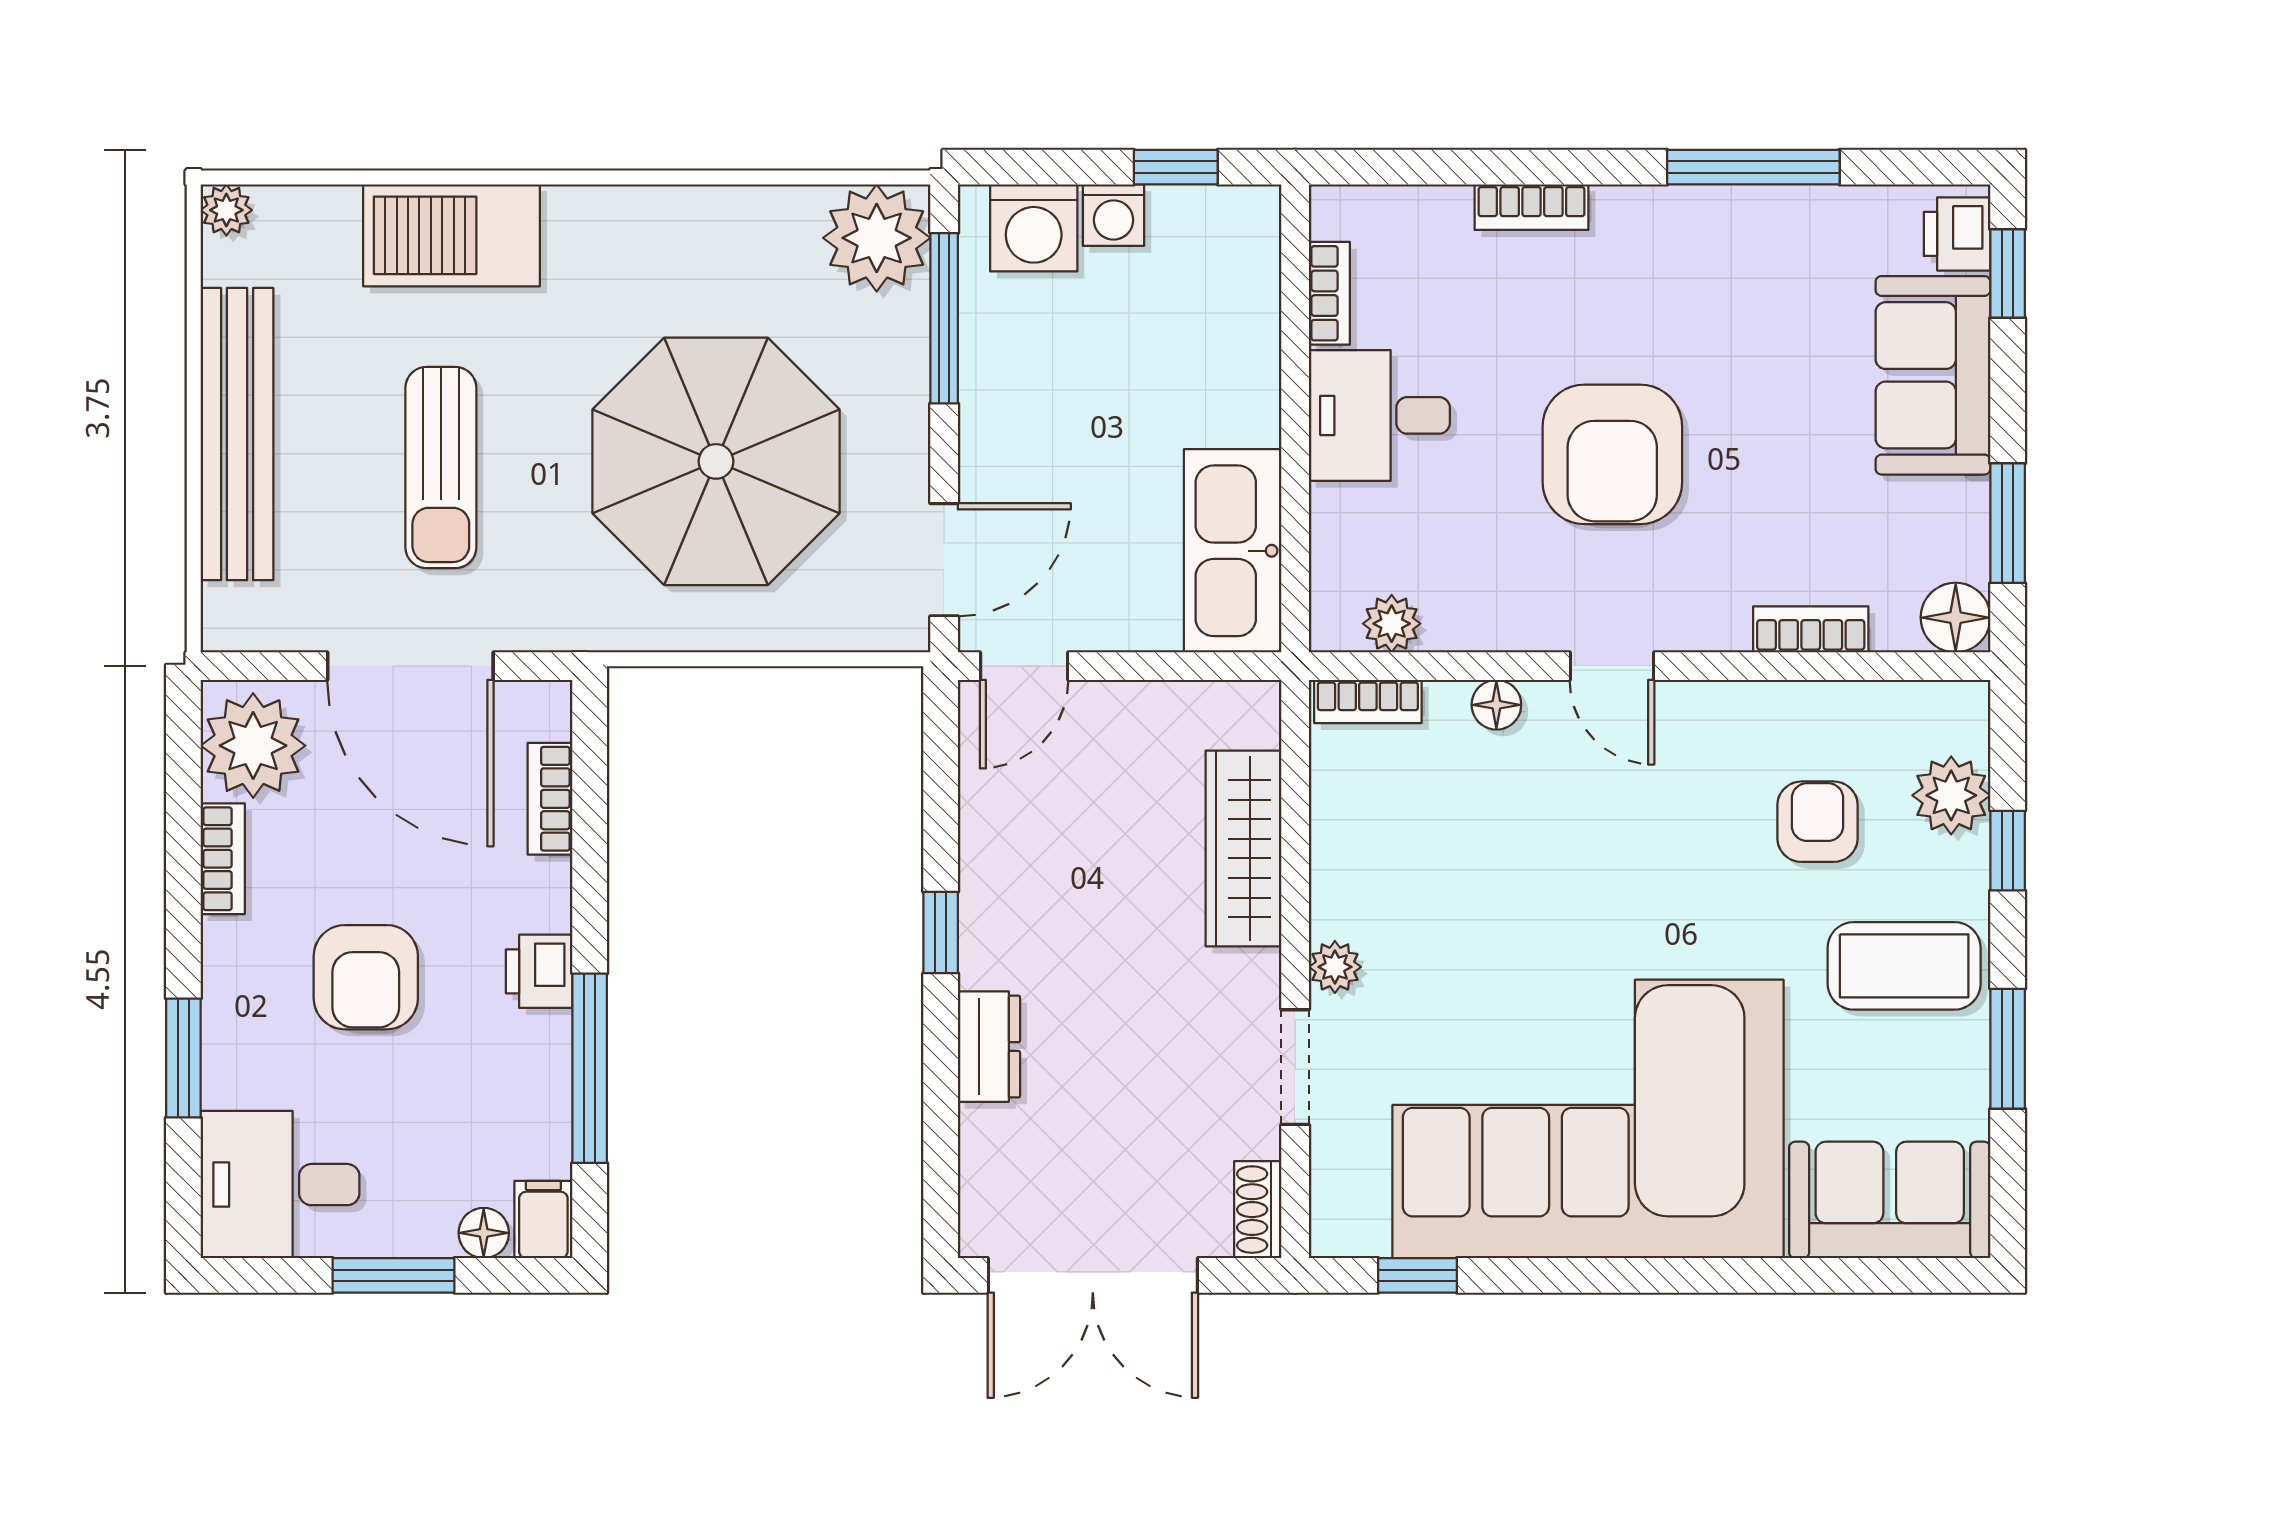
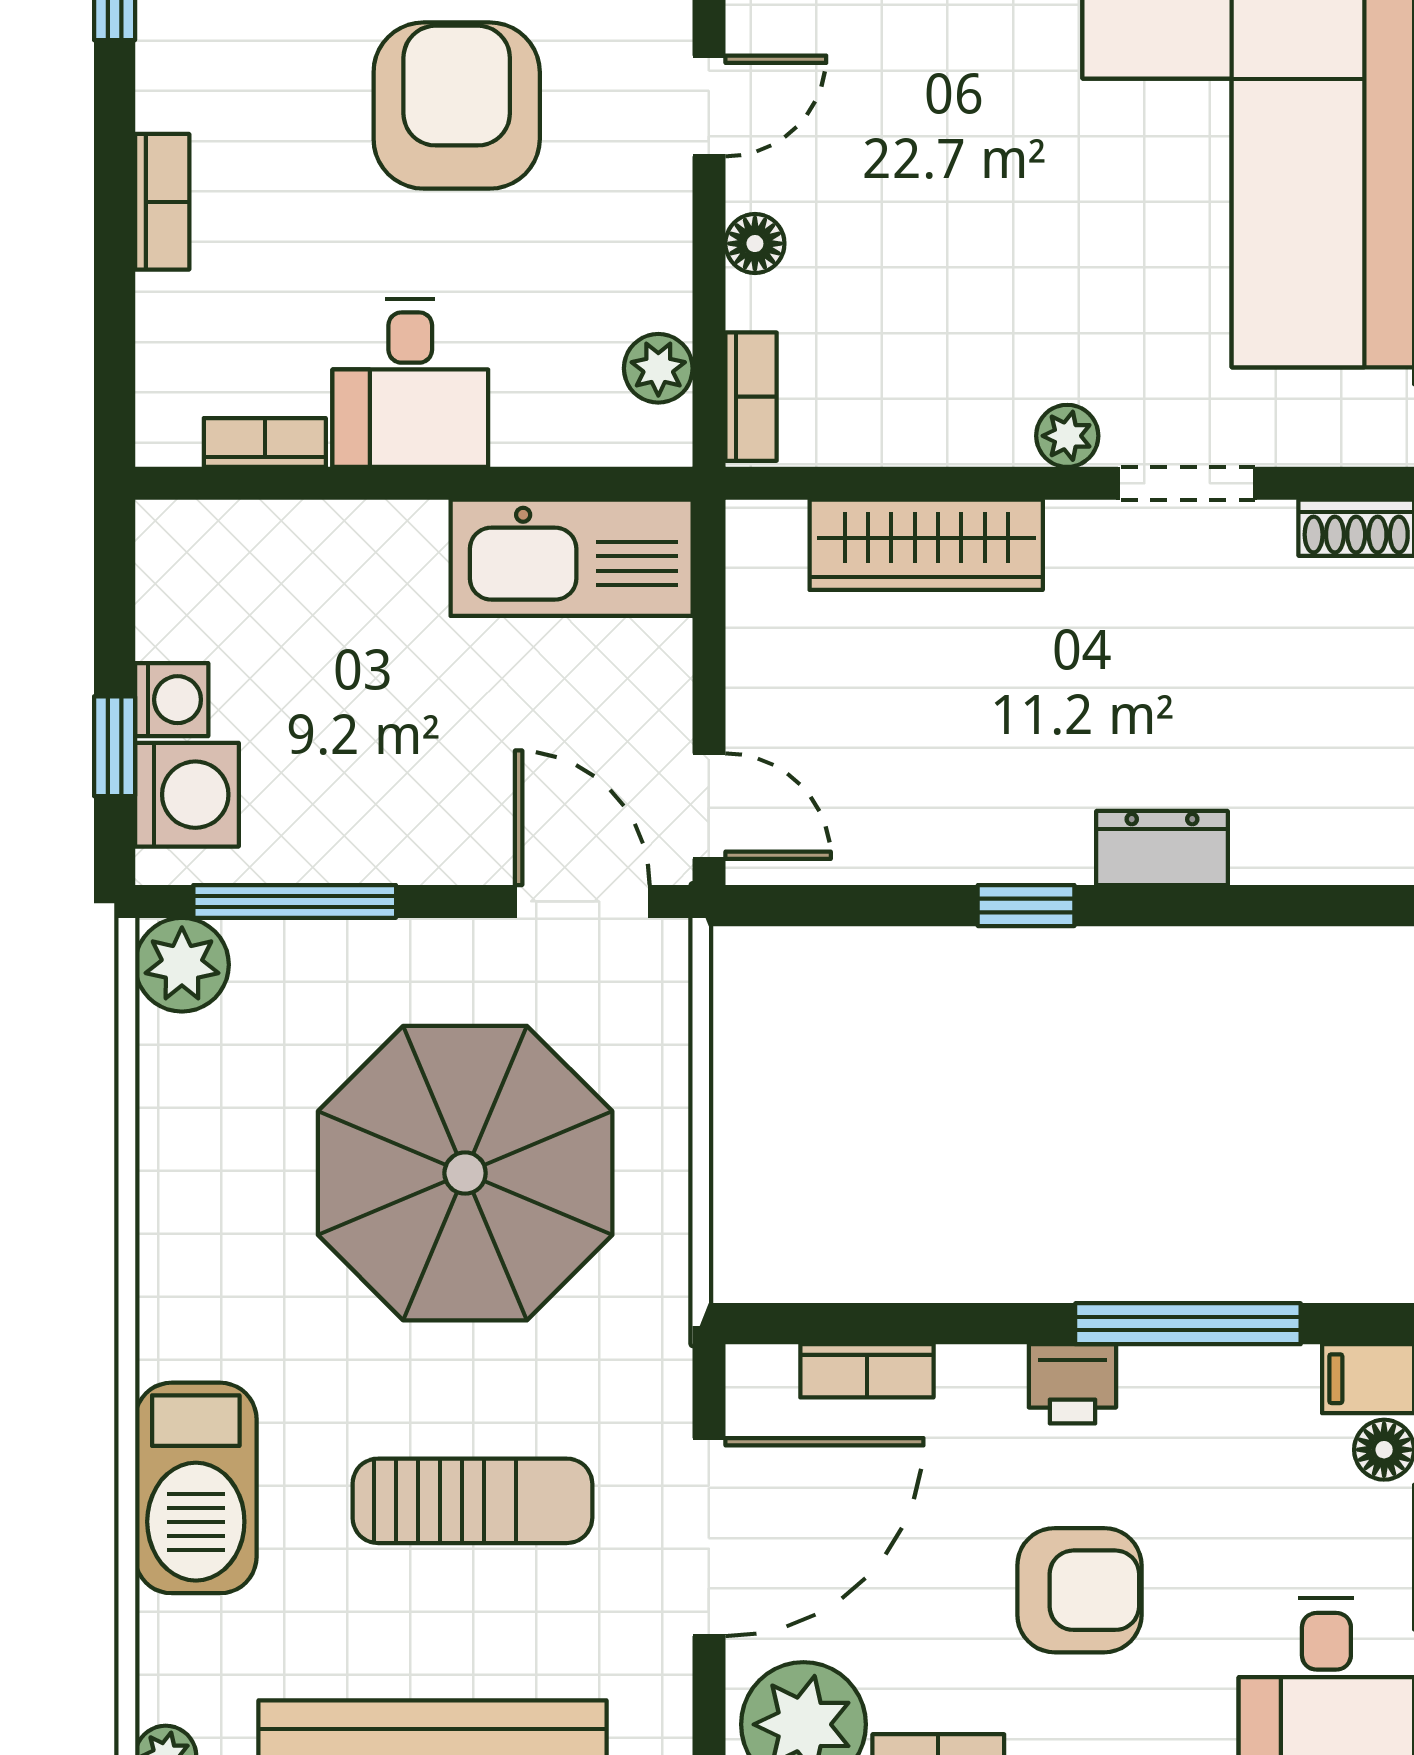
window: (1176, 167) -> (115, 746), moved
plant: (877, 238) -> (182, 965), width x0.73, depth x0.73
armchair: (1612, 454) -> (457, 106), turned -90

